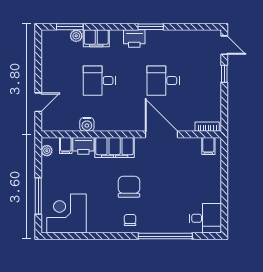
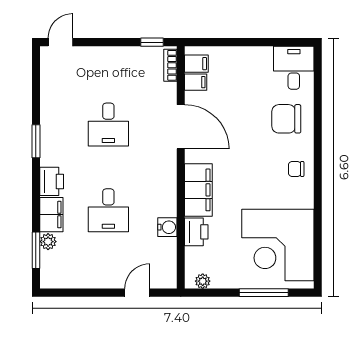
printer: (134, 38) -> (52, 181), moved
window: (224, 74) -> (152, 42), moved
door: (38, 102) -> (137, 293), hinge flipped
door: (161, 134) -> (181, 127), swing flipped
filing cabinet: (66, 145) -> (196, 82), moved
chair: (129, 187) -> (286, 119), moved
corner desk: (67, 214) -> (278, 245), width x1.36, depth x1.36
window: (165, 236) -> (318, 122), removed

